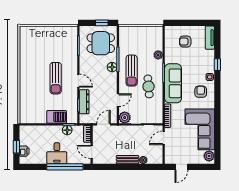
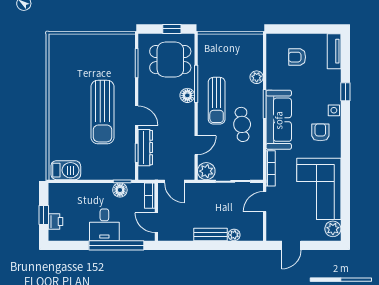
sun lounger: (56, 78) -> (103, 112), width x1.36, depth x1.34
barbecue: (57, 117) -> (66, 170), moved
door: (103, 124) -> (174, 181), swing flipped

